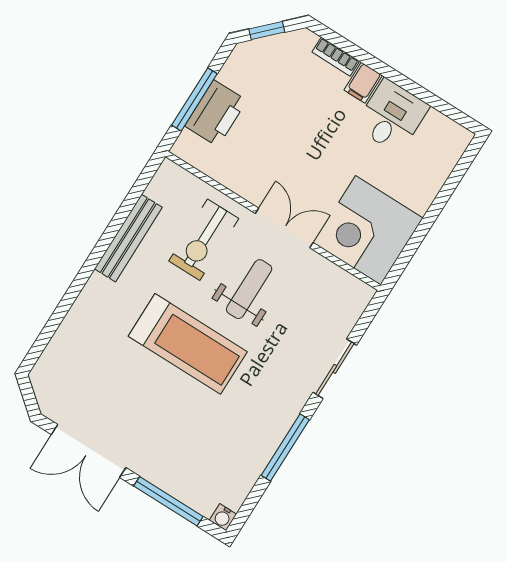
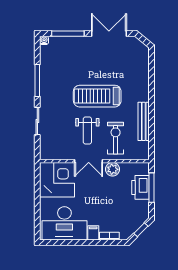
desk: (392, 116) -> (64, 223), width x1.87, depth x1.30
plant: (248, 183) -> (113, 169), added

